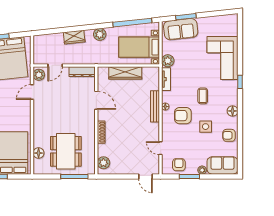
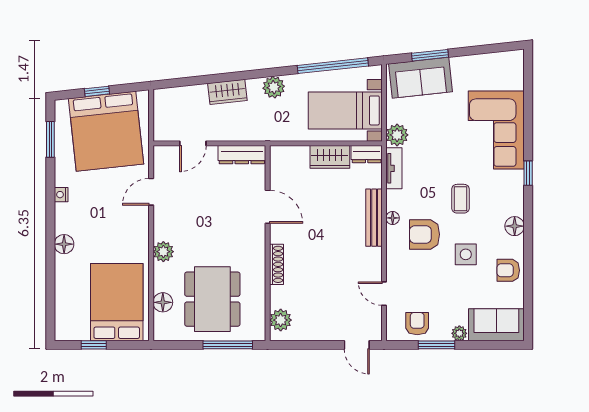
dresser: (151, 71) -> (367, 154), added
wardrobe: (125, 73) -> (330, 157), width x0.67
plant: (39, 75) -> (163, 252), moved

